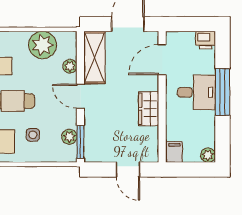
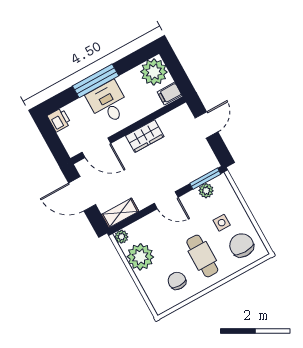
shelving: (95, 57) -> (120, 213), width x0.67, depth x0.75
plant: (70, 66) -> (121, 237), moved
door: (80, 96) -> (166, 200), hinge flipped
plant: (208, 155) -> (154, 72), width x1.88, depth x1.88

